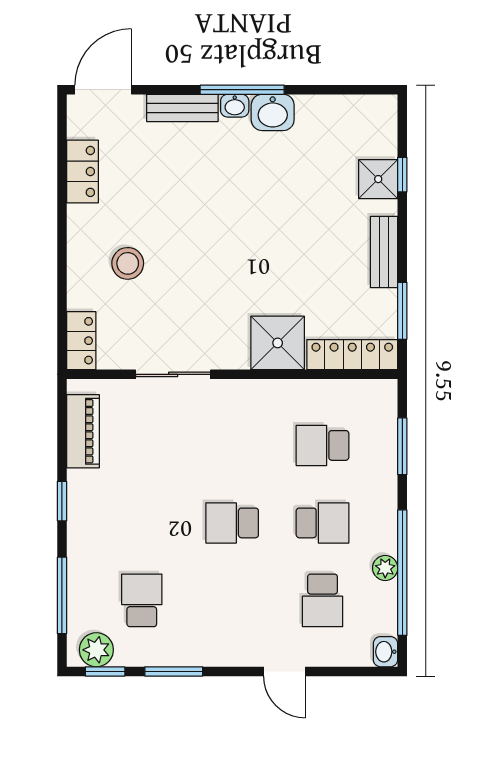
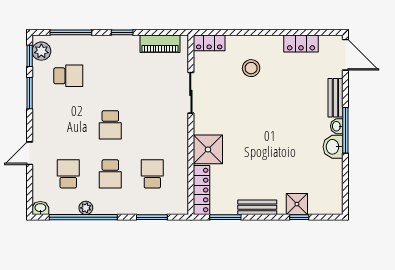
school desk: (232, 523) -> (110, 125), turned 180
school desk: (323, 600) -> (68, 174), turned 90

